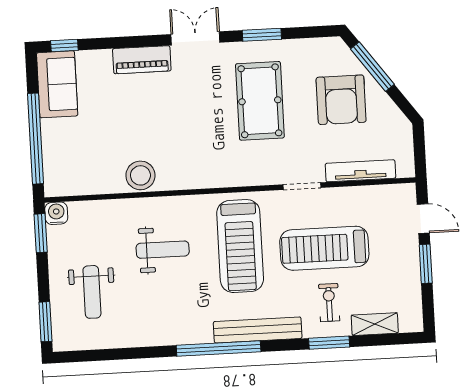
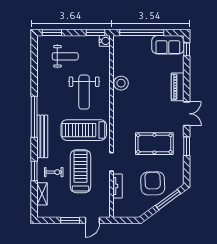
armchair: (341, 100) -> (153, 183), turned 88
tv unit: (360, 171) -> (117, 186), width x0.71
weight bench: (163, 250) -> (84, 92), width x1.36, depth x1.33
weight bench: (92, 292) -> (65, 56), turned 180

